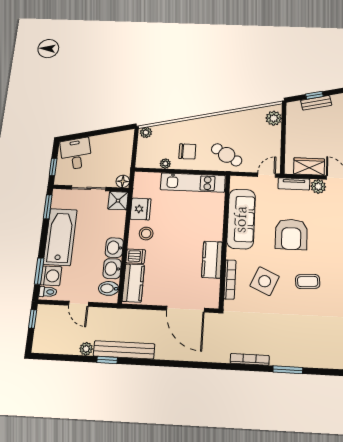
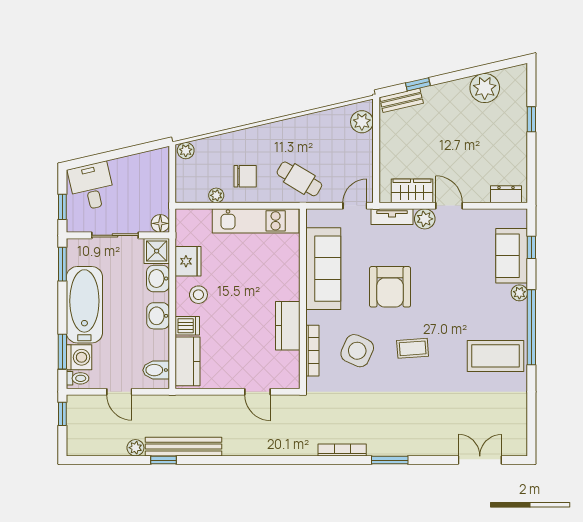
bench: (316, 103) -> (401, 100), moved
washbasin: (112, 269) -> (158, 279), moved
door: (185, 309) -> (257, 392), width x0.53

